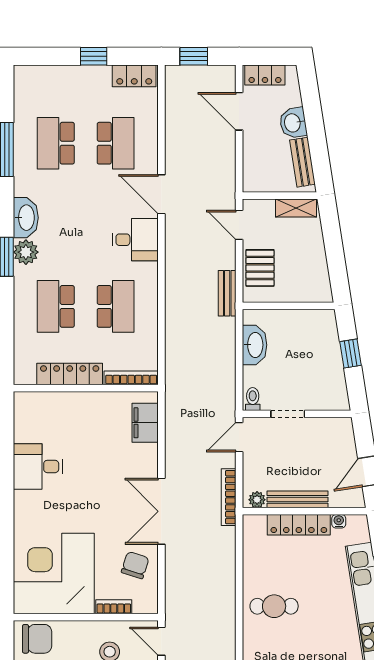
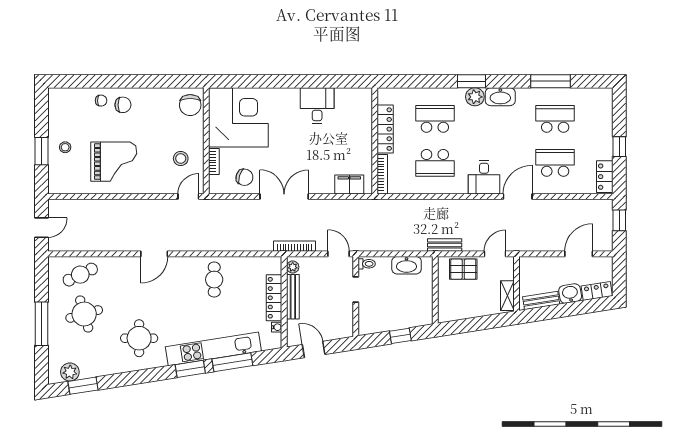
locker: (265, 75) -> (597, 291), moved, turned 81
school desk: (116, 143) -> (555, 163), turned 180

